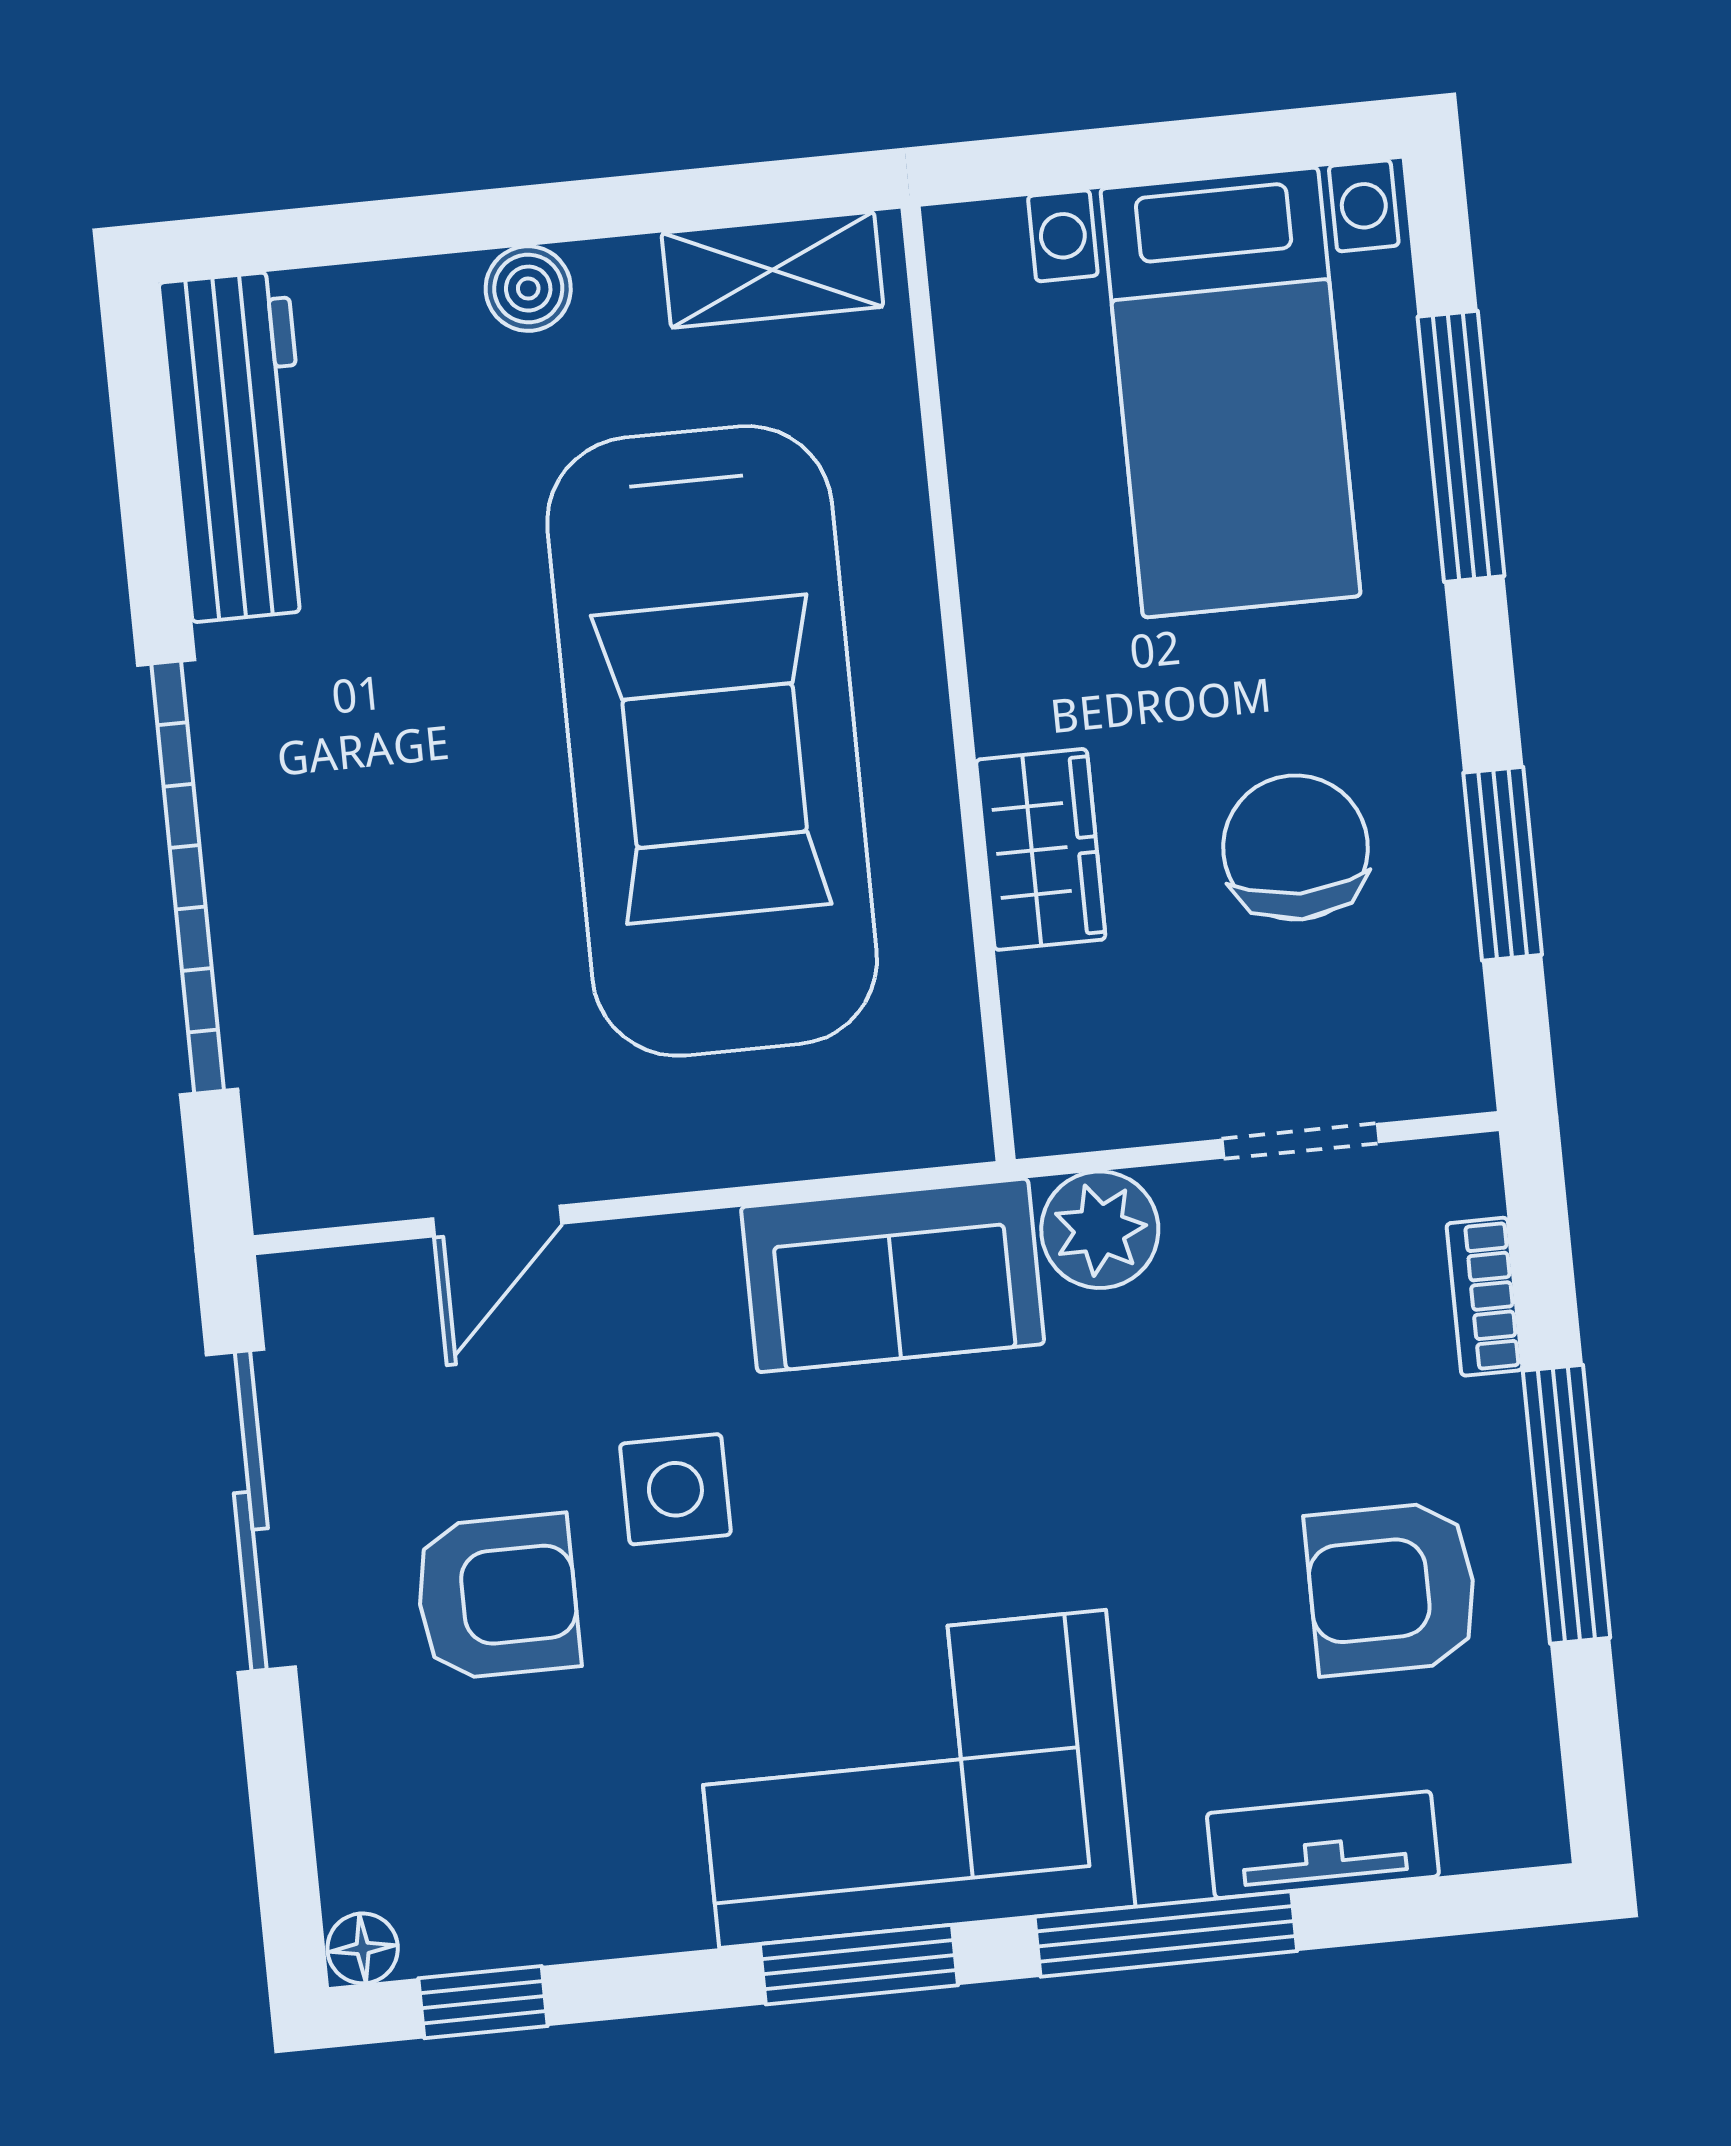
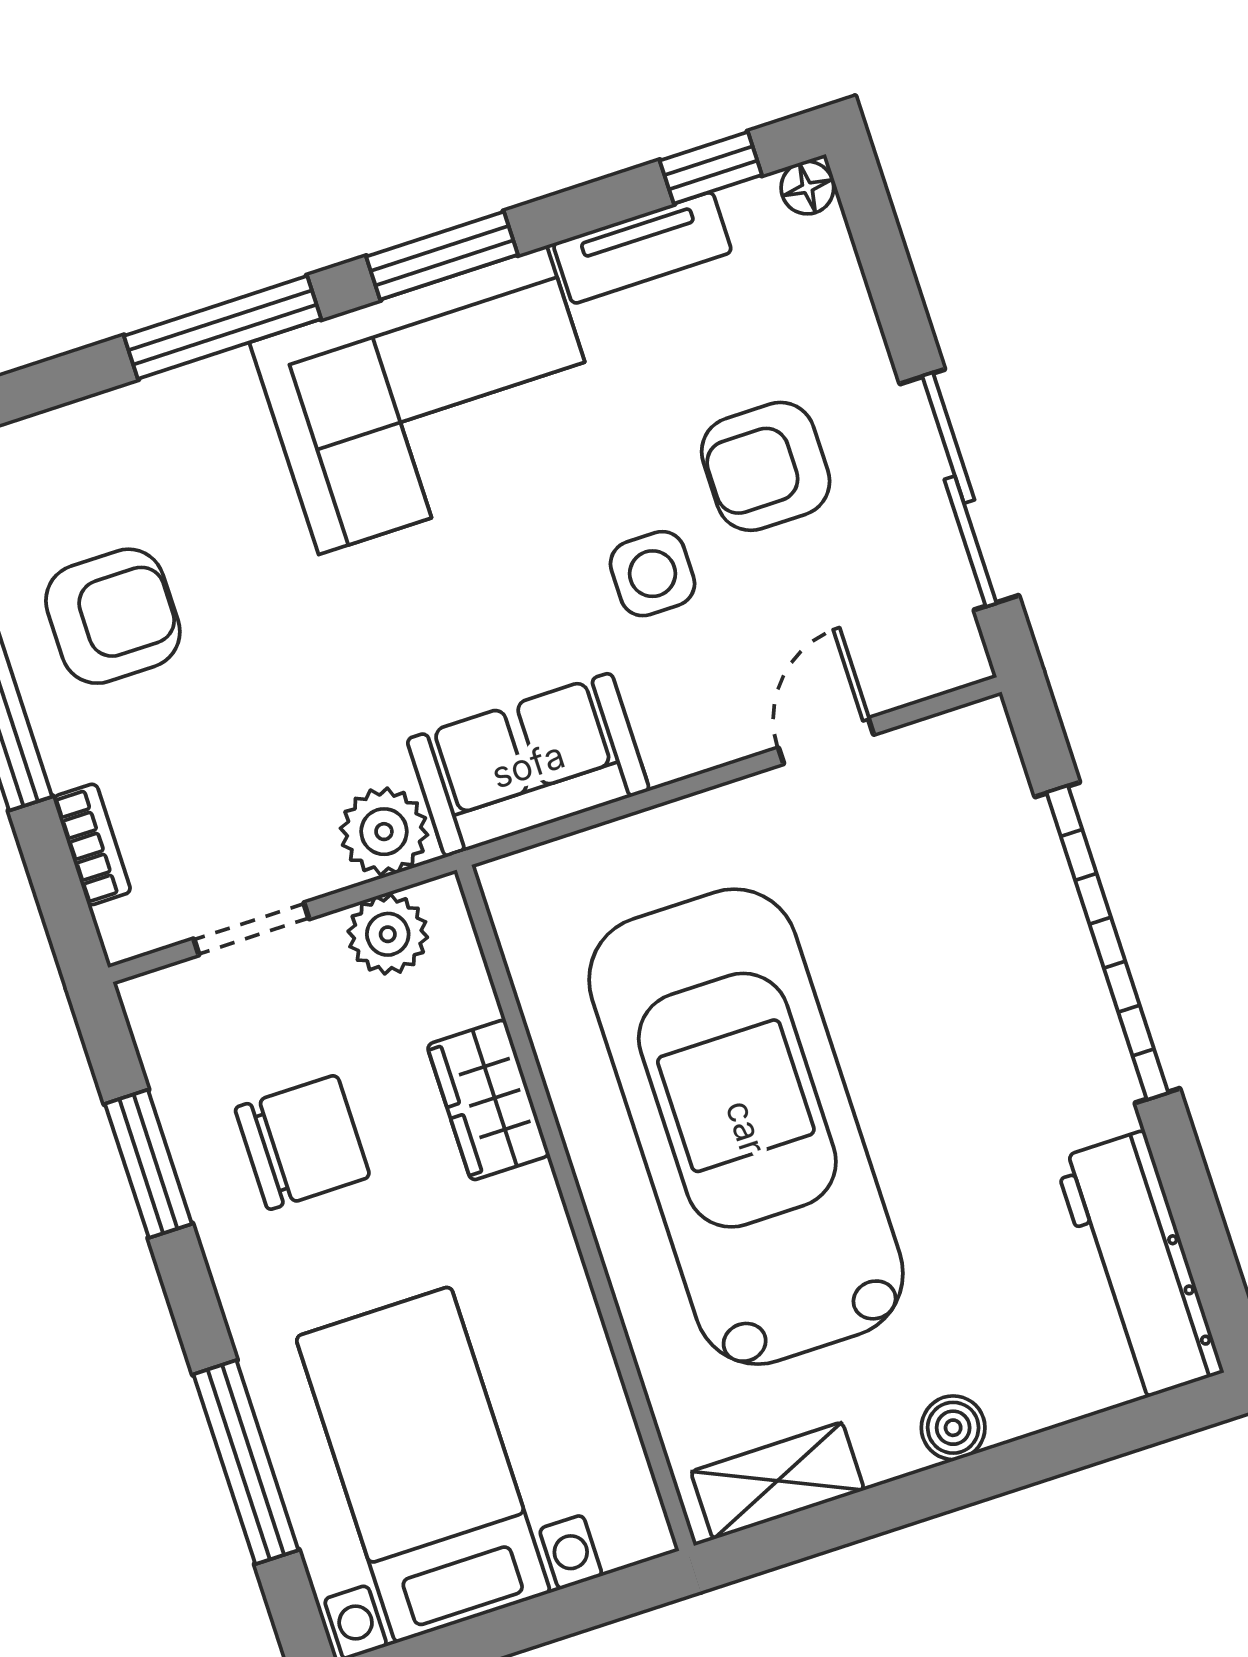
chair: (1295, 848) -> (302, 1142), turned -90
plant: (1124, 1095) -> (388, 934), added
tv unit: (1323, 1845) -> (642, 248), moved

